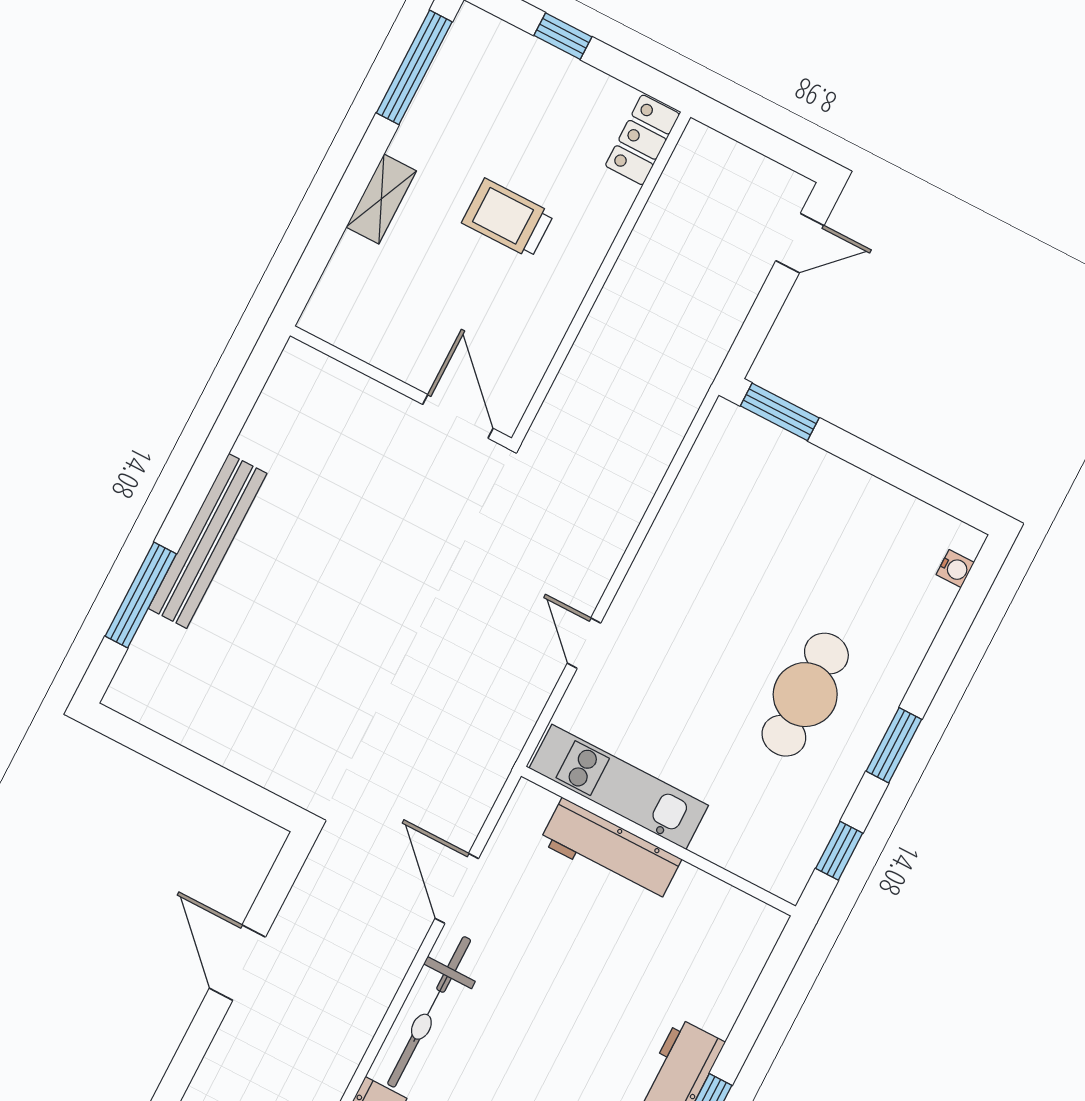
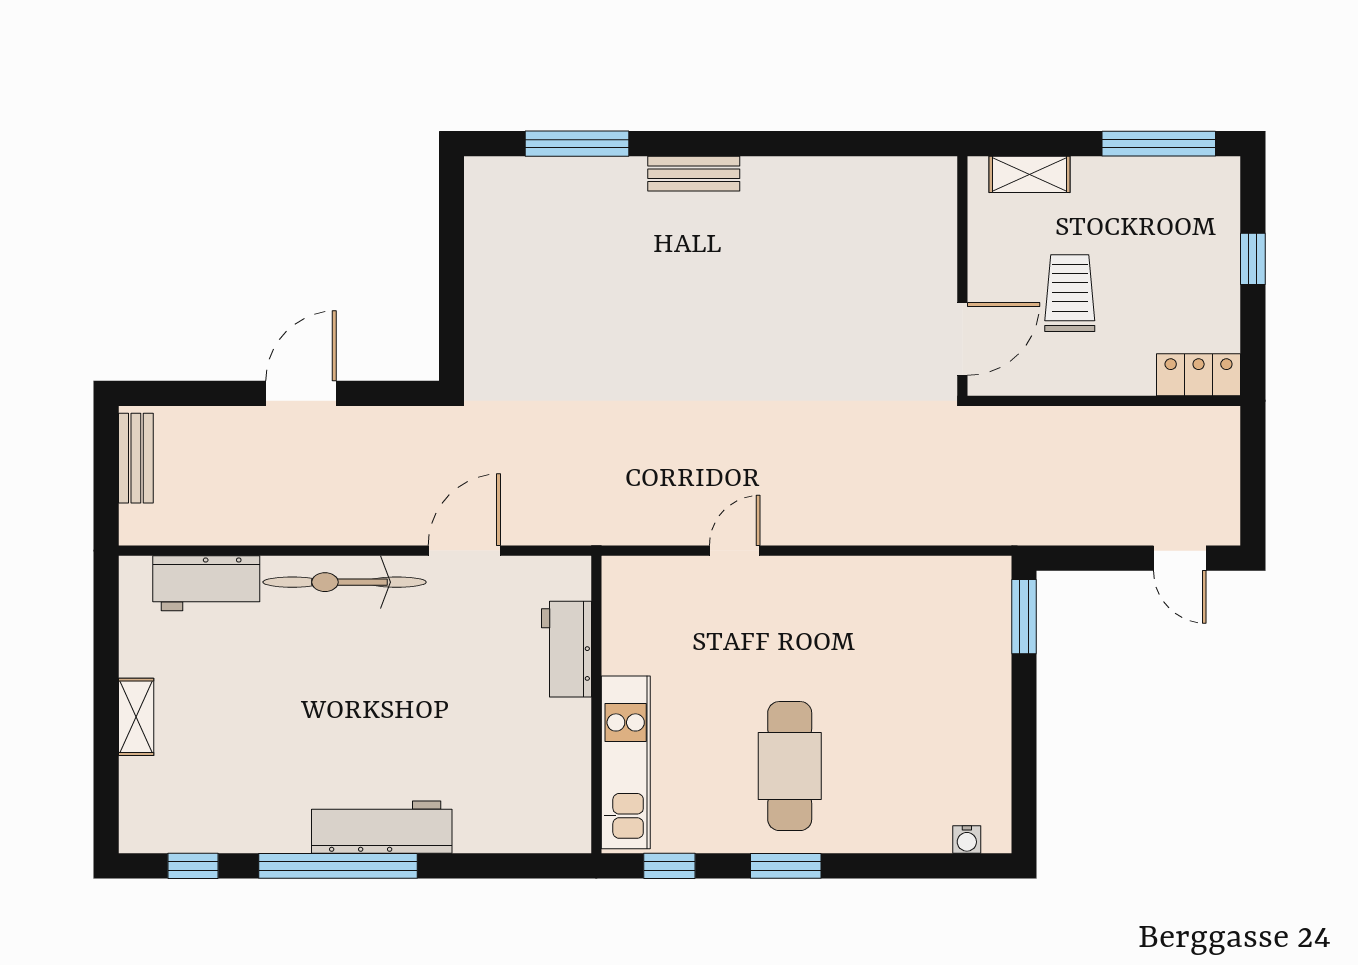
wall: (401, 387) -> (962, 276), moved
door: (458, 416) -> (962, 339), moved
bench: (208, 541) -> (694, 174), width x0.54, depth x0.82
cafe table: (805, 695) -> (790, 766), turned 90
kitchen unit: (619, 787) -> (626, 762), moved
workbench: (610, 851) -> (566, 649), width x0.73

